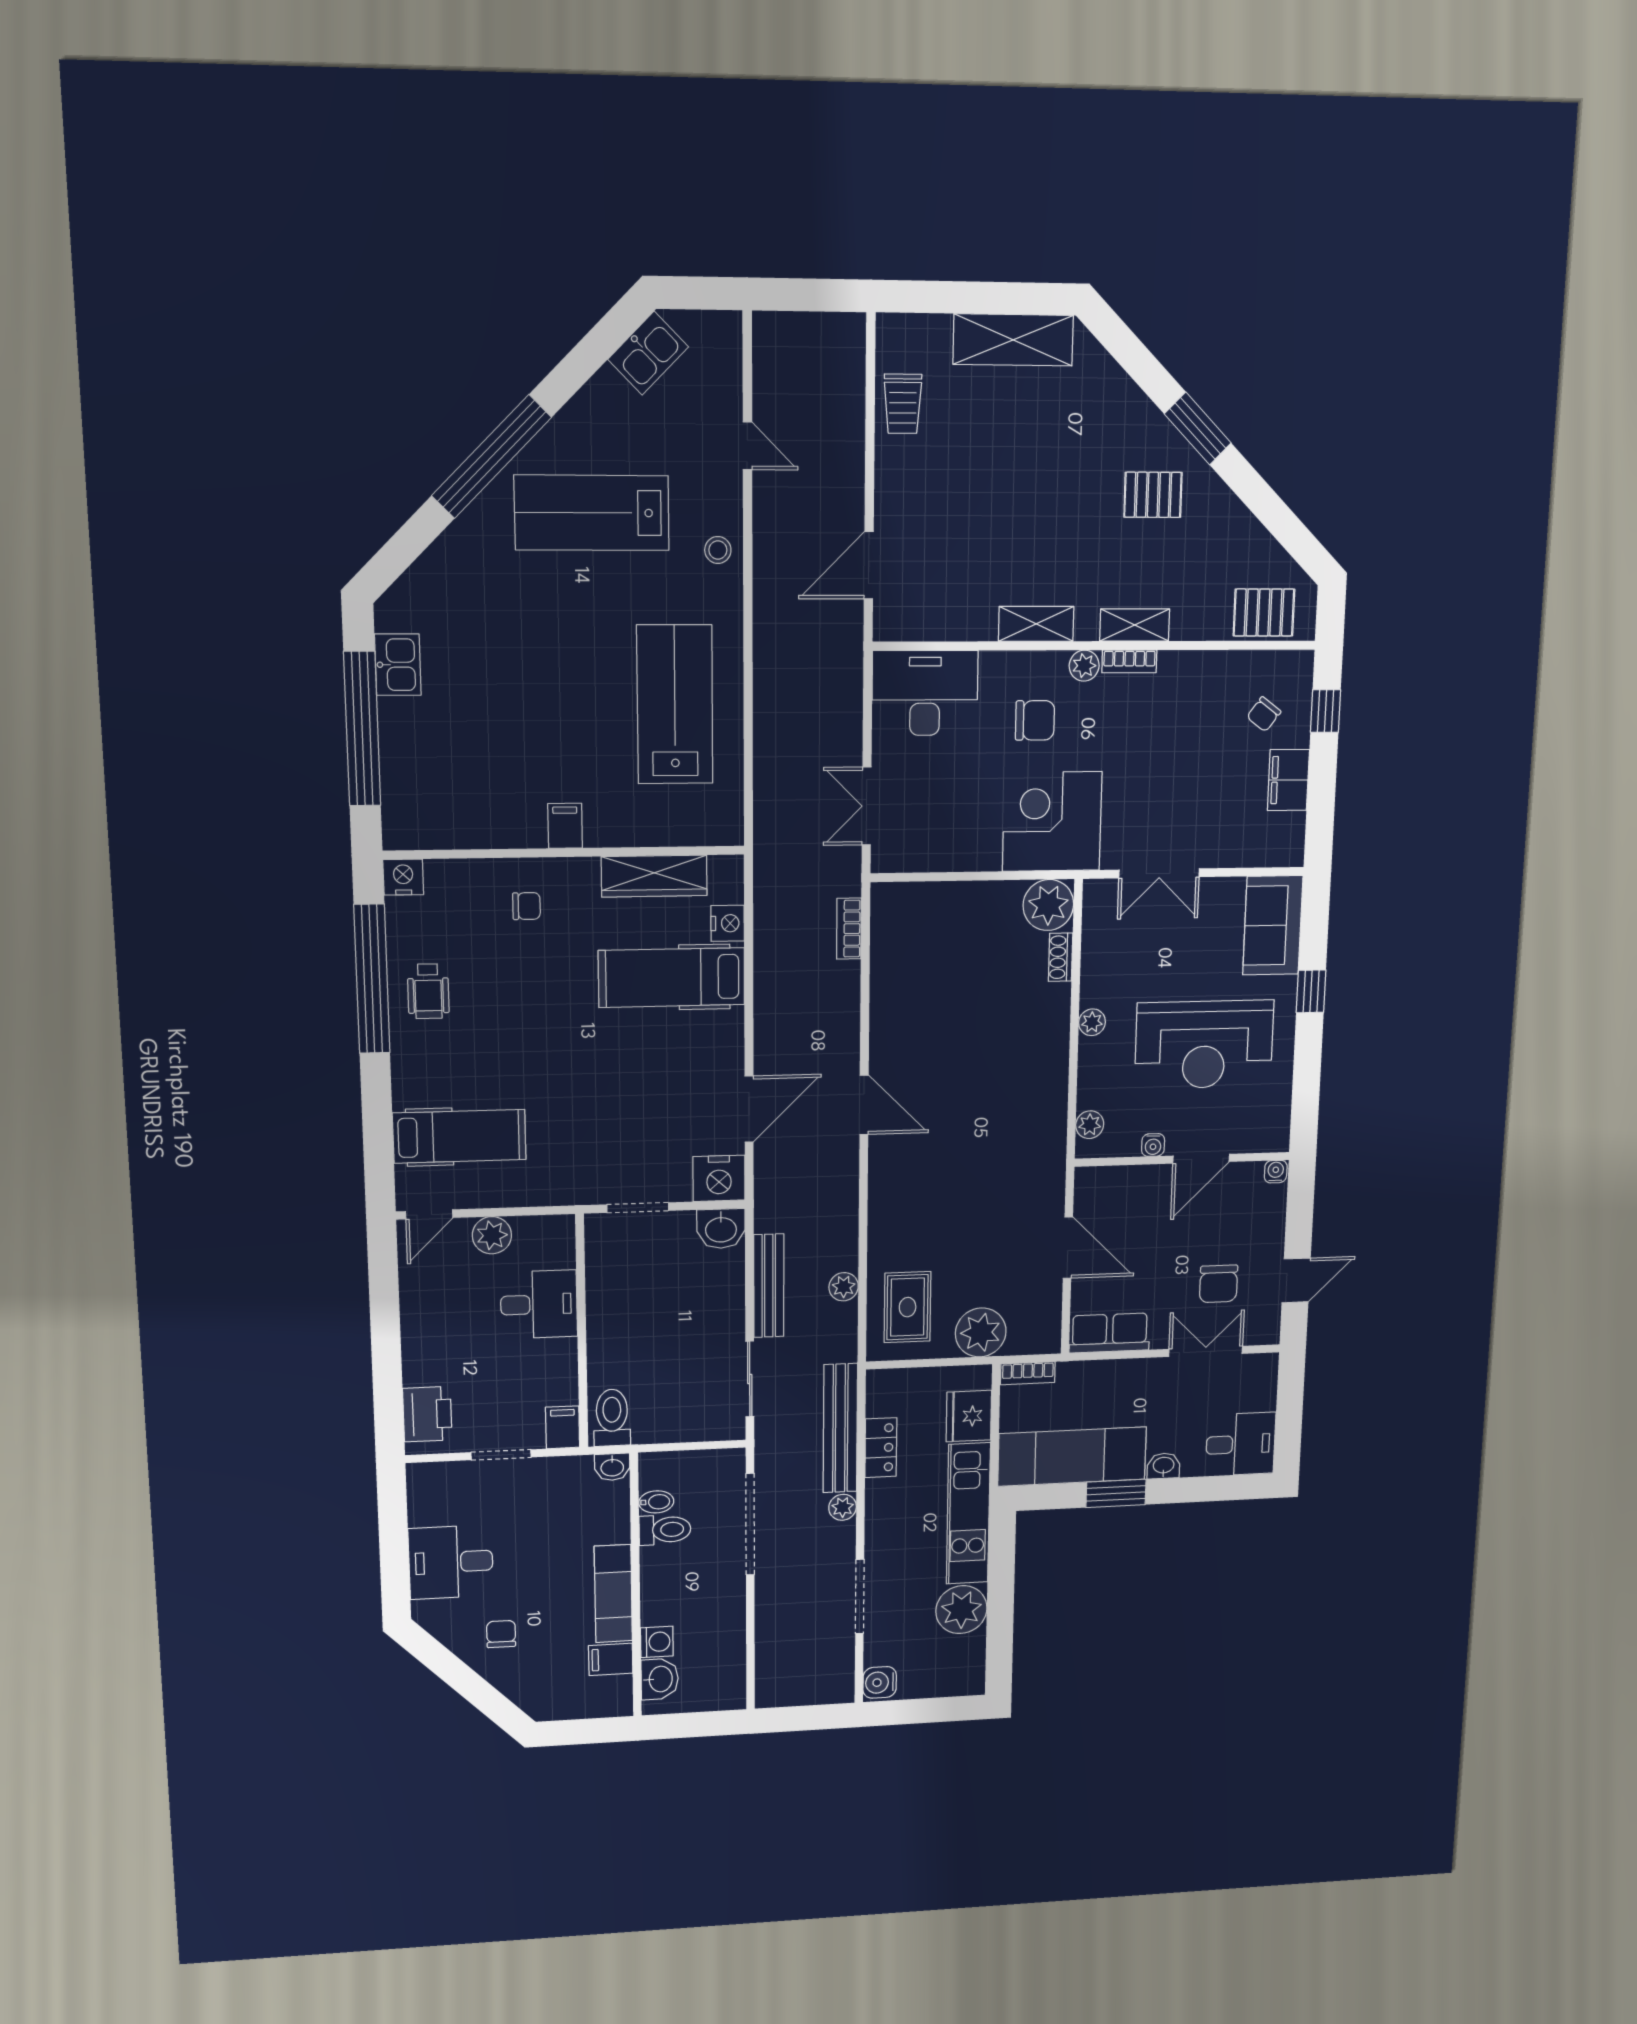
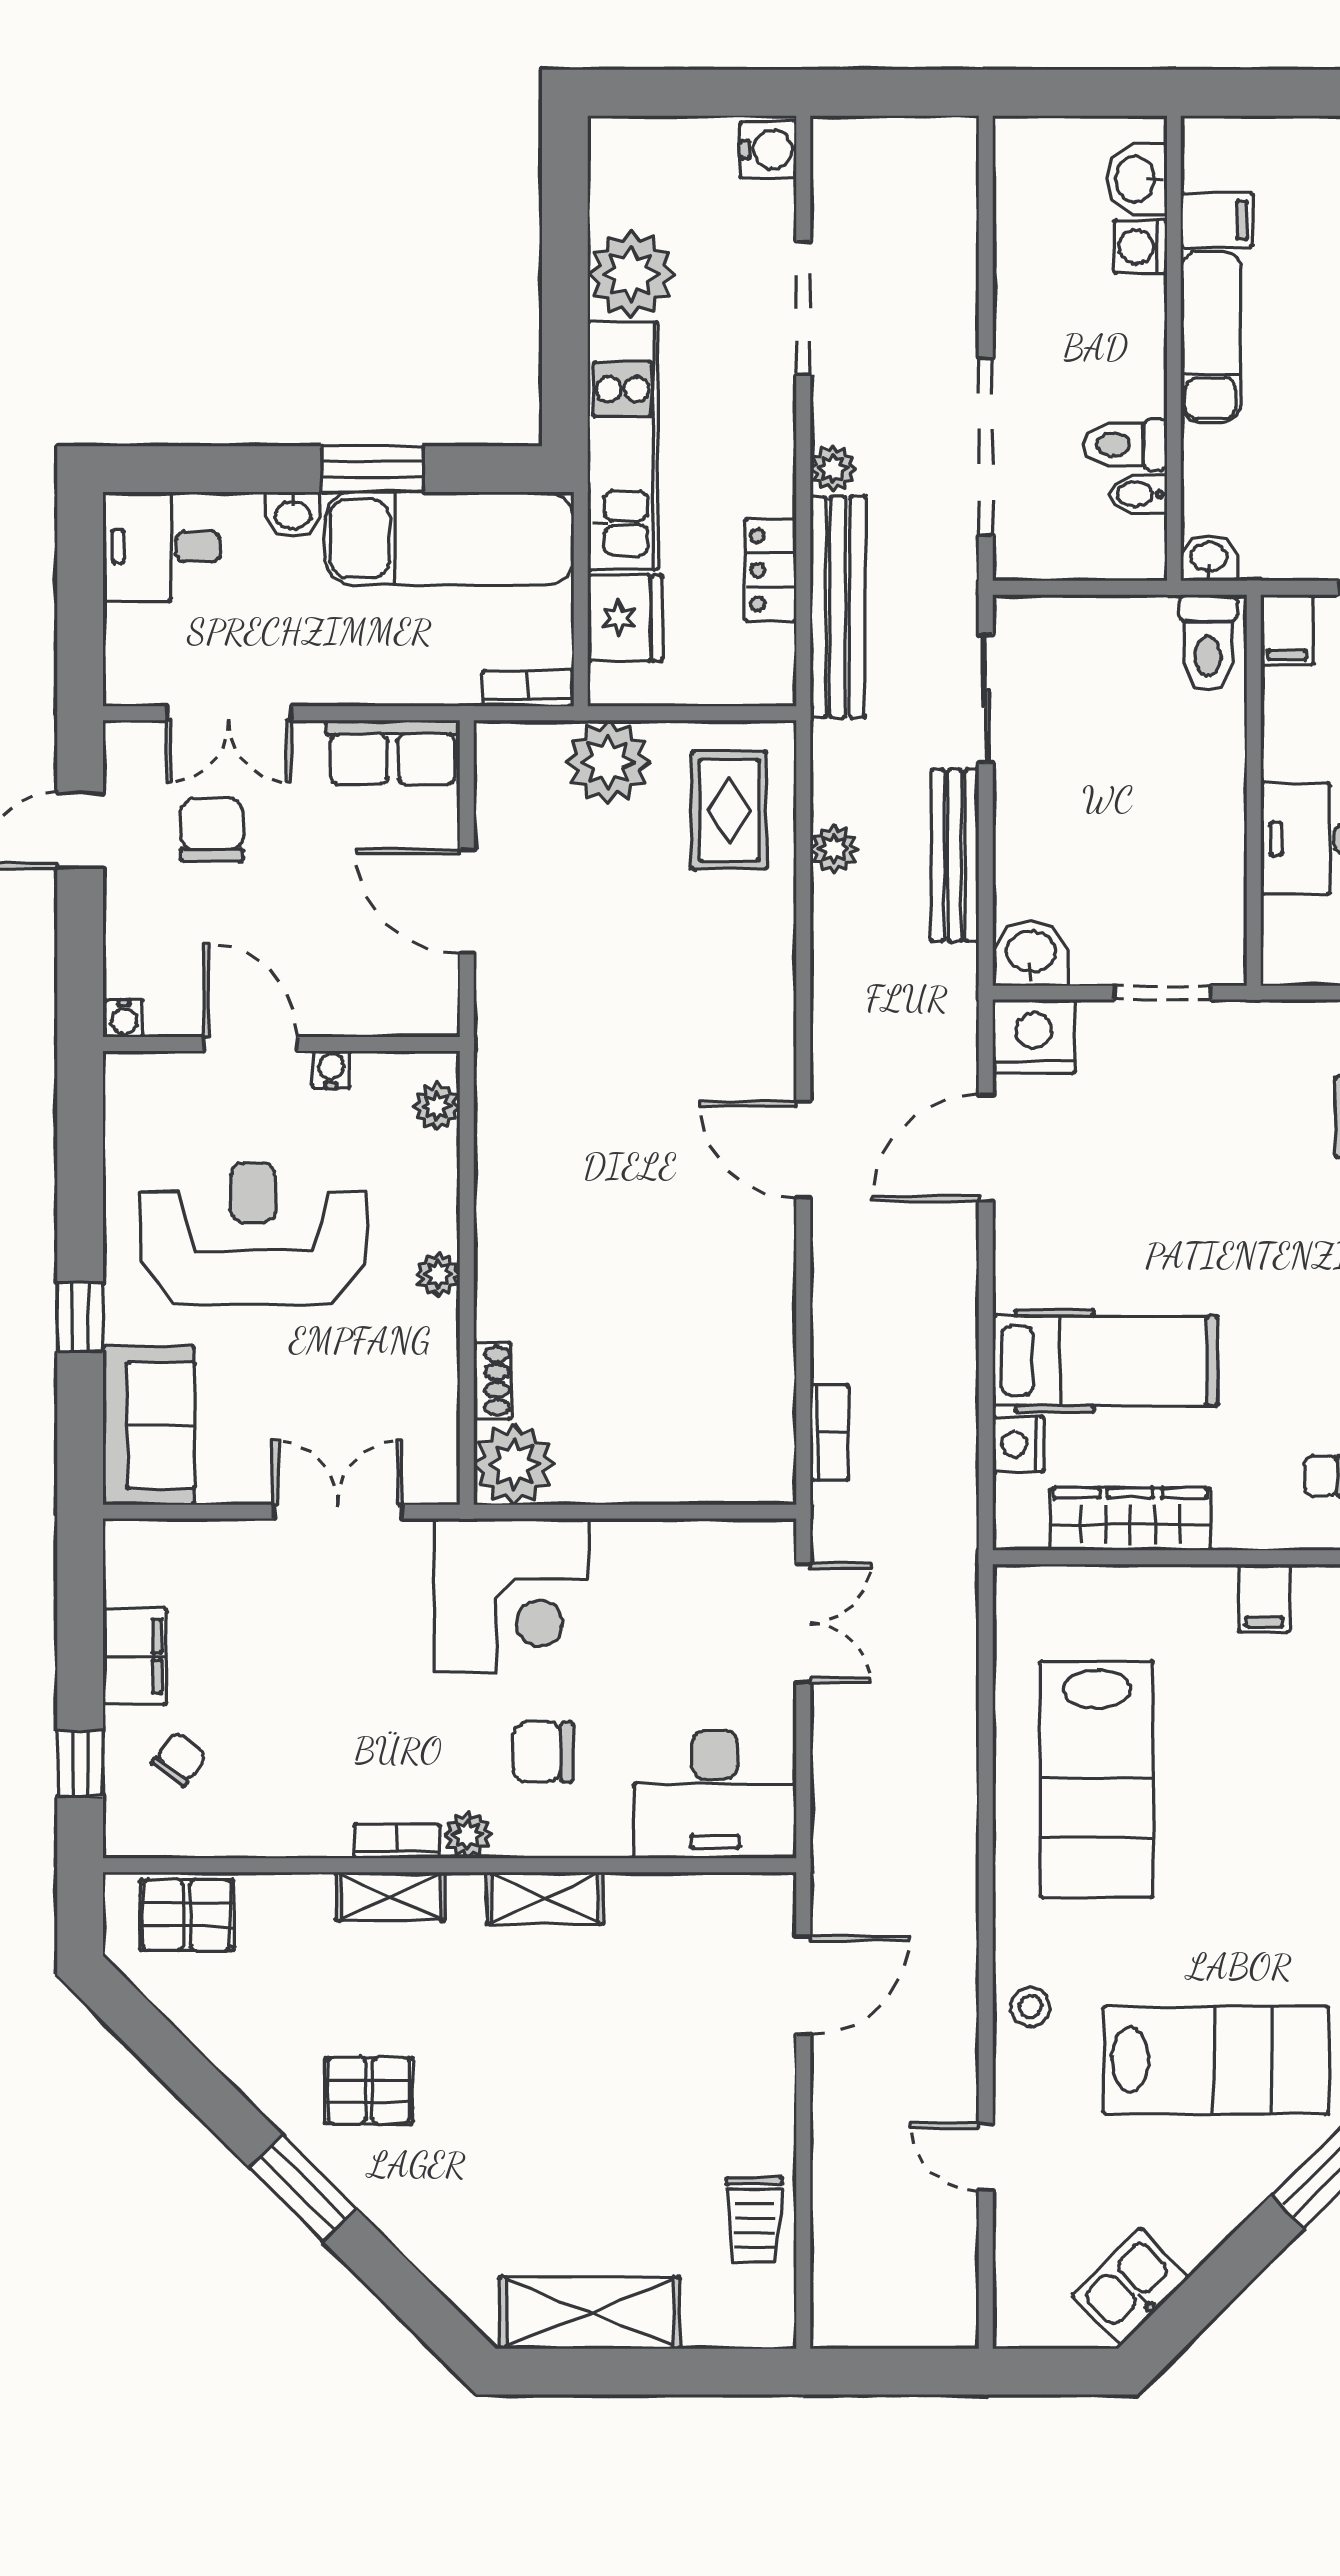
trolley: (903, 404) -> (754, 2220), turned 180
door: (1201, 1159) -> (250, 1044), hinge flipped

